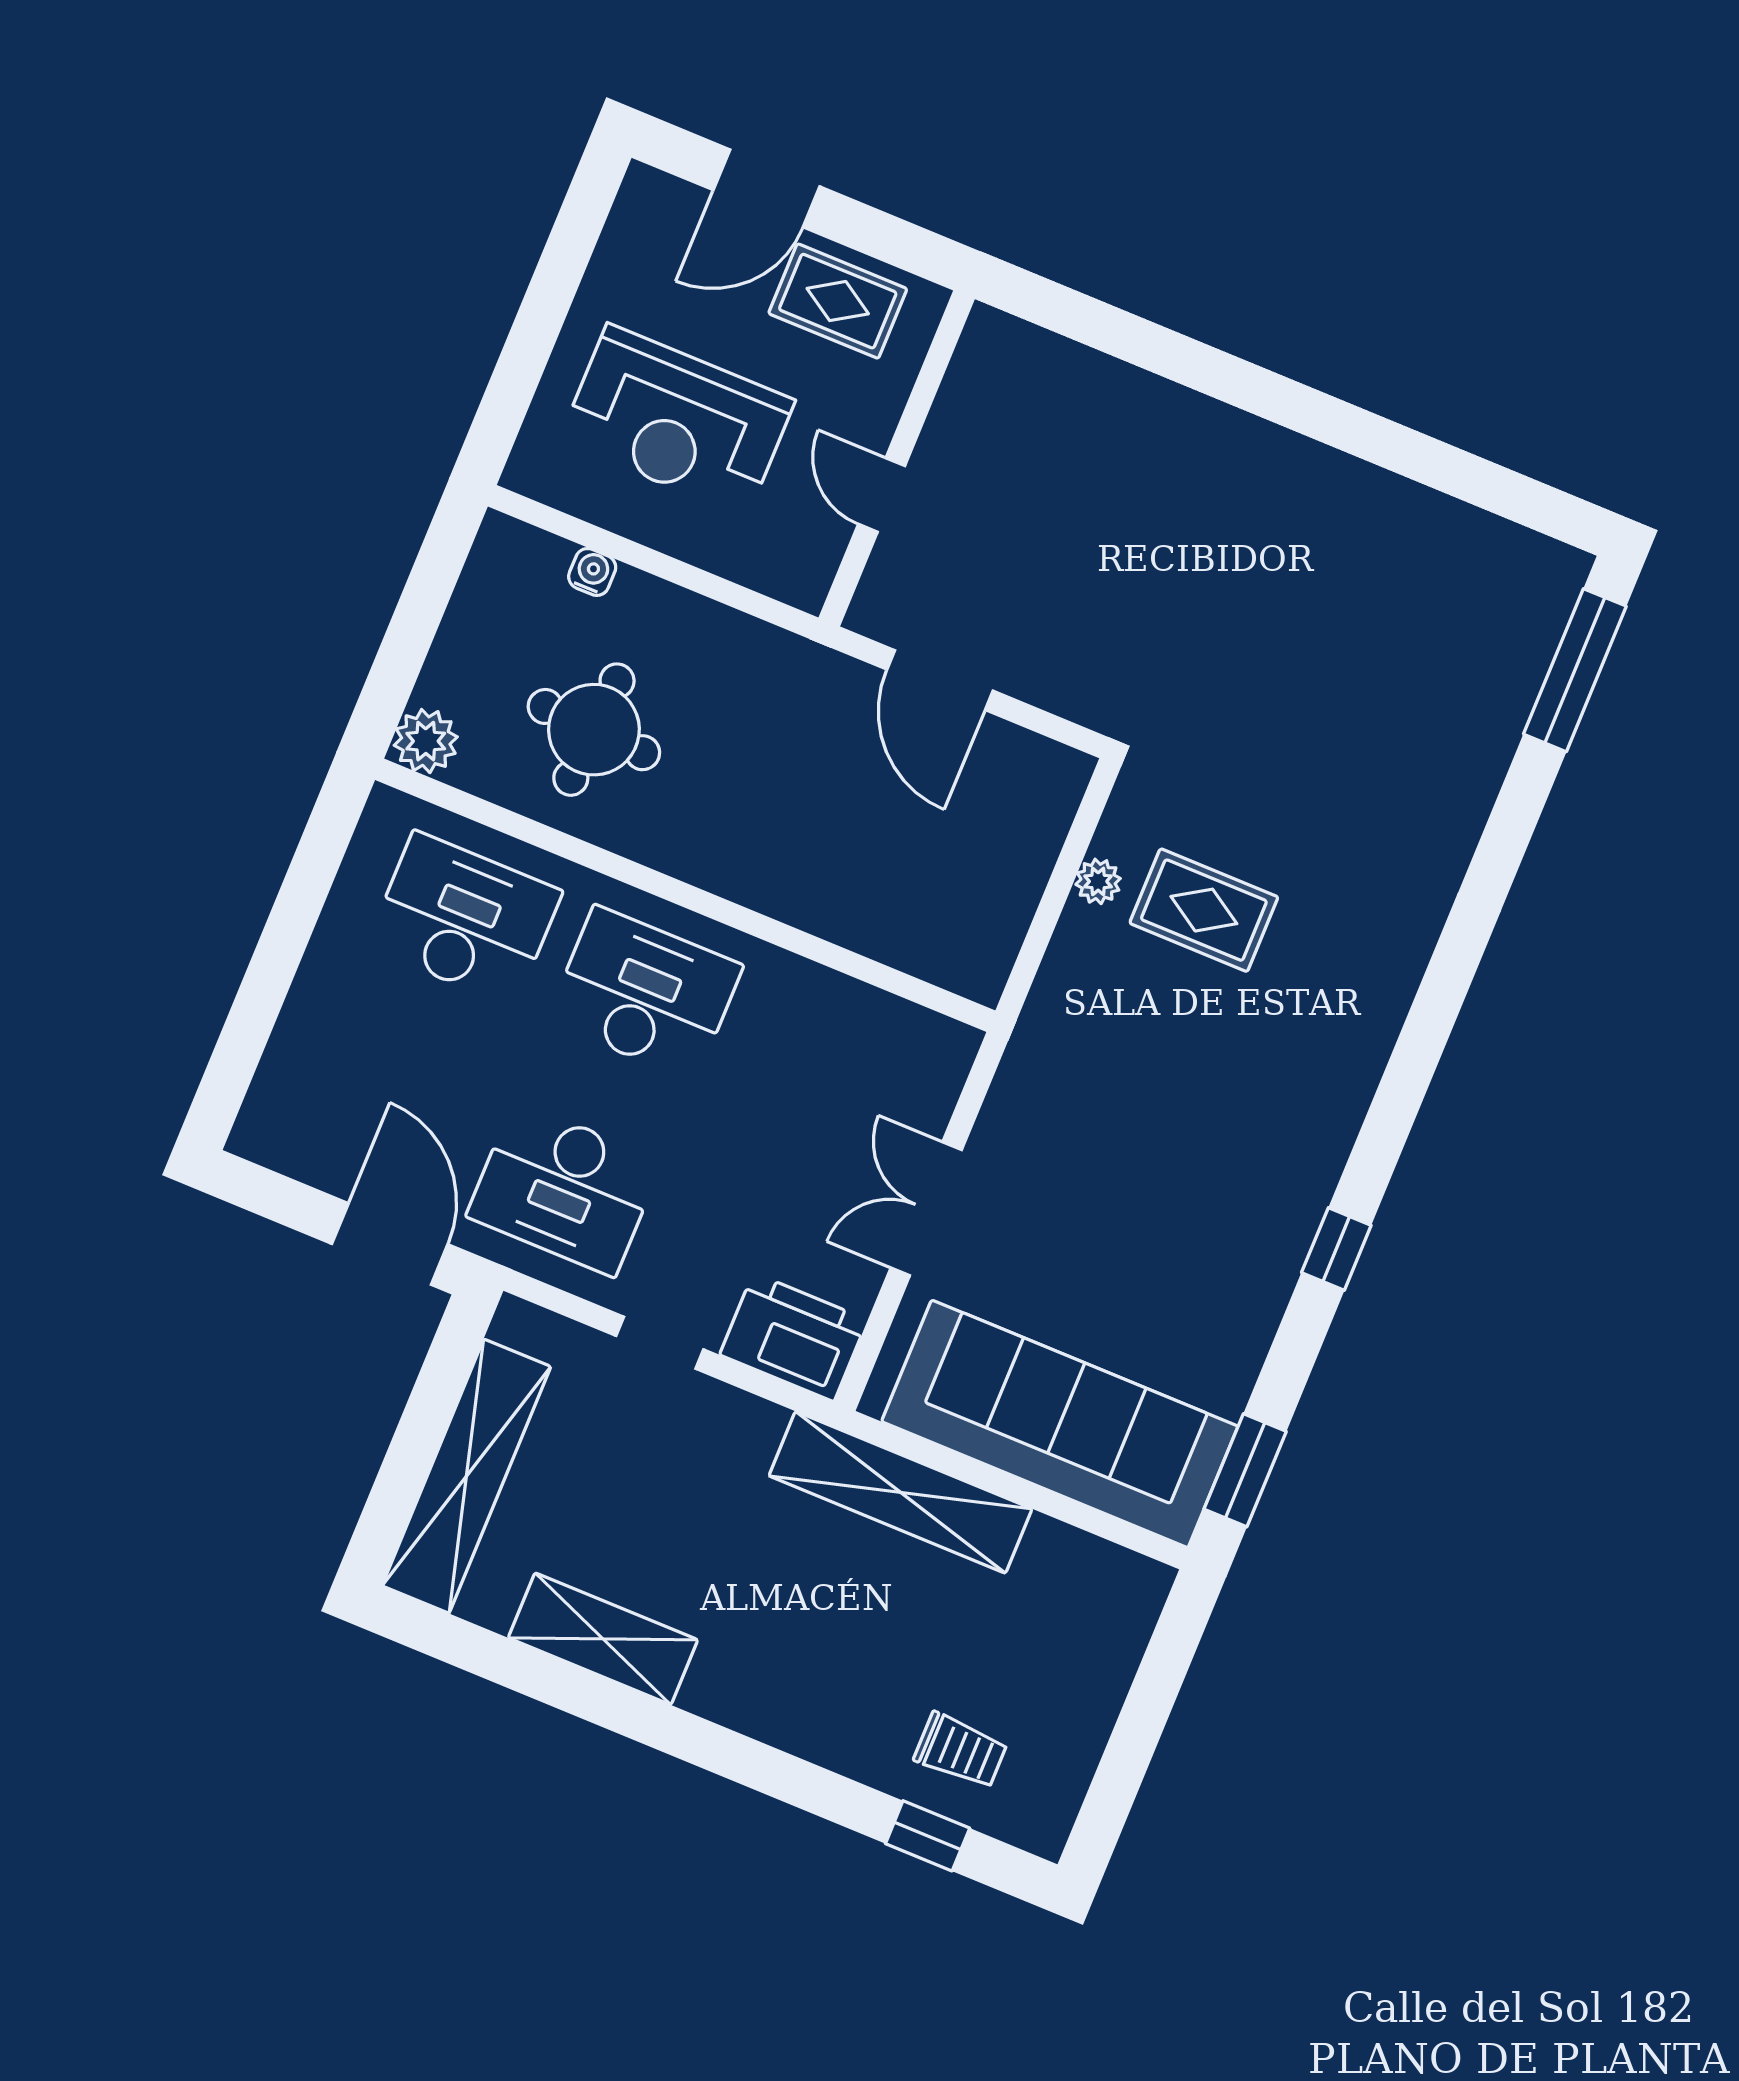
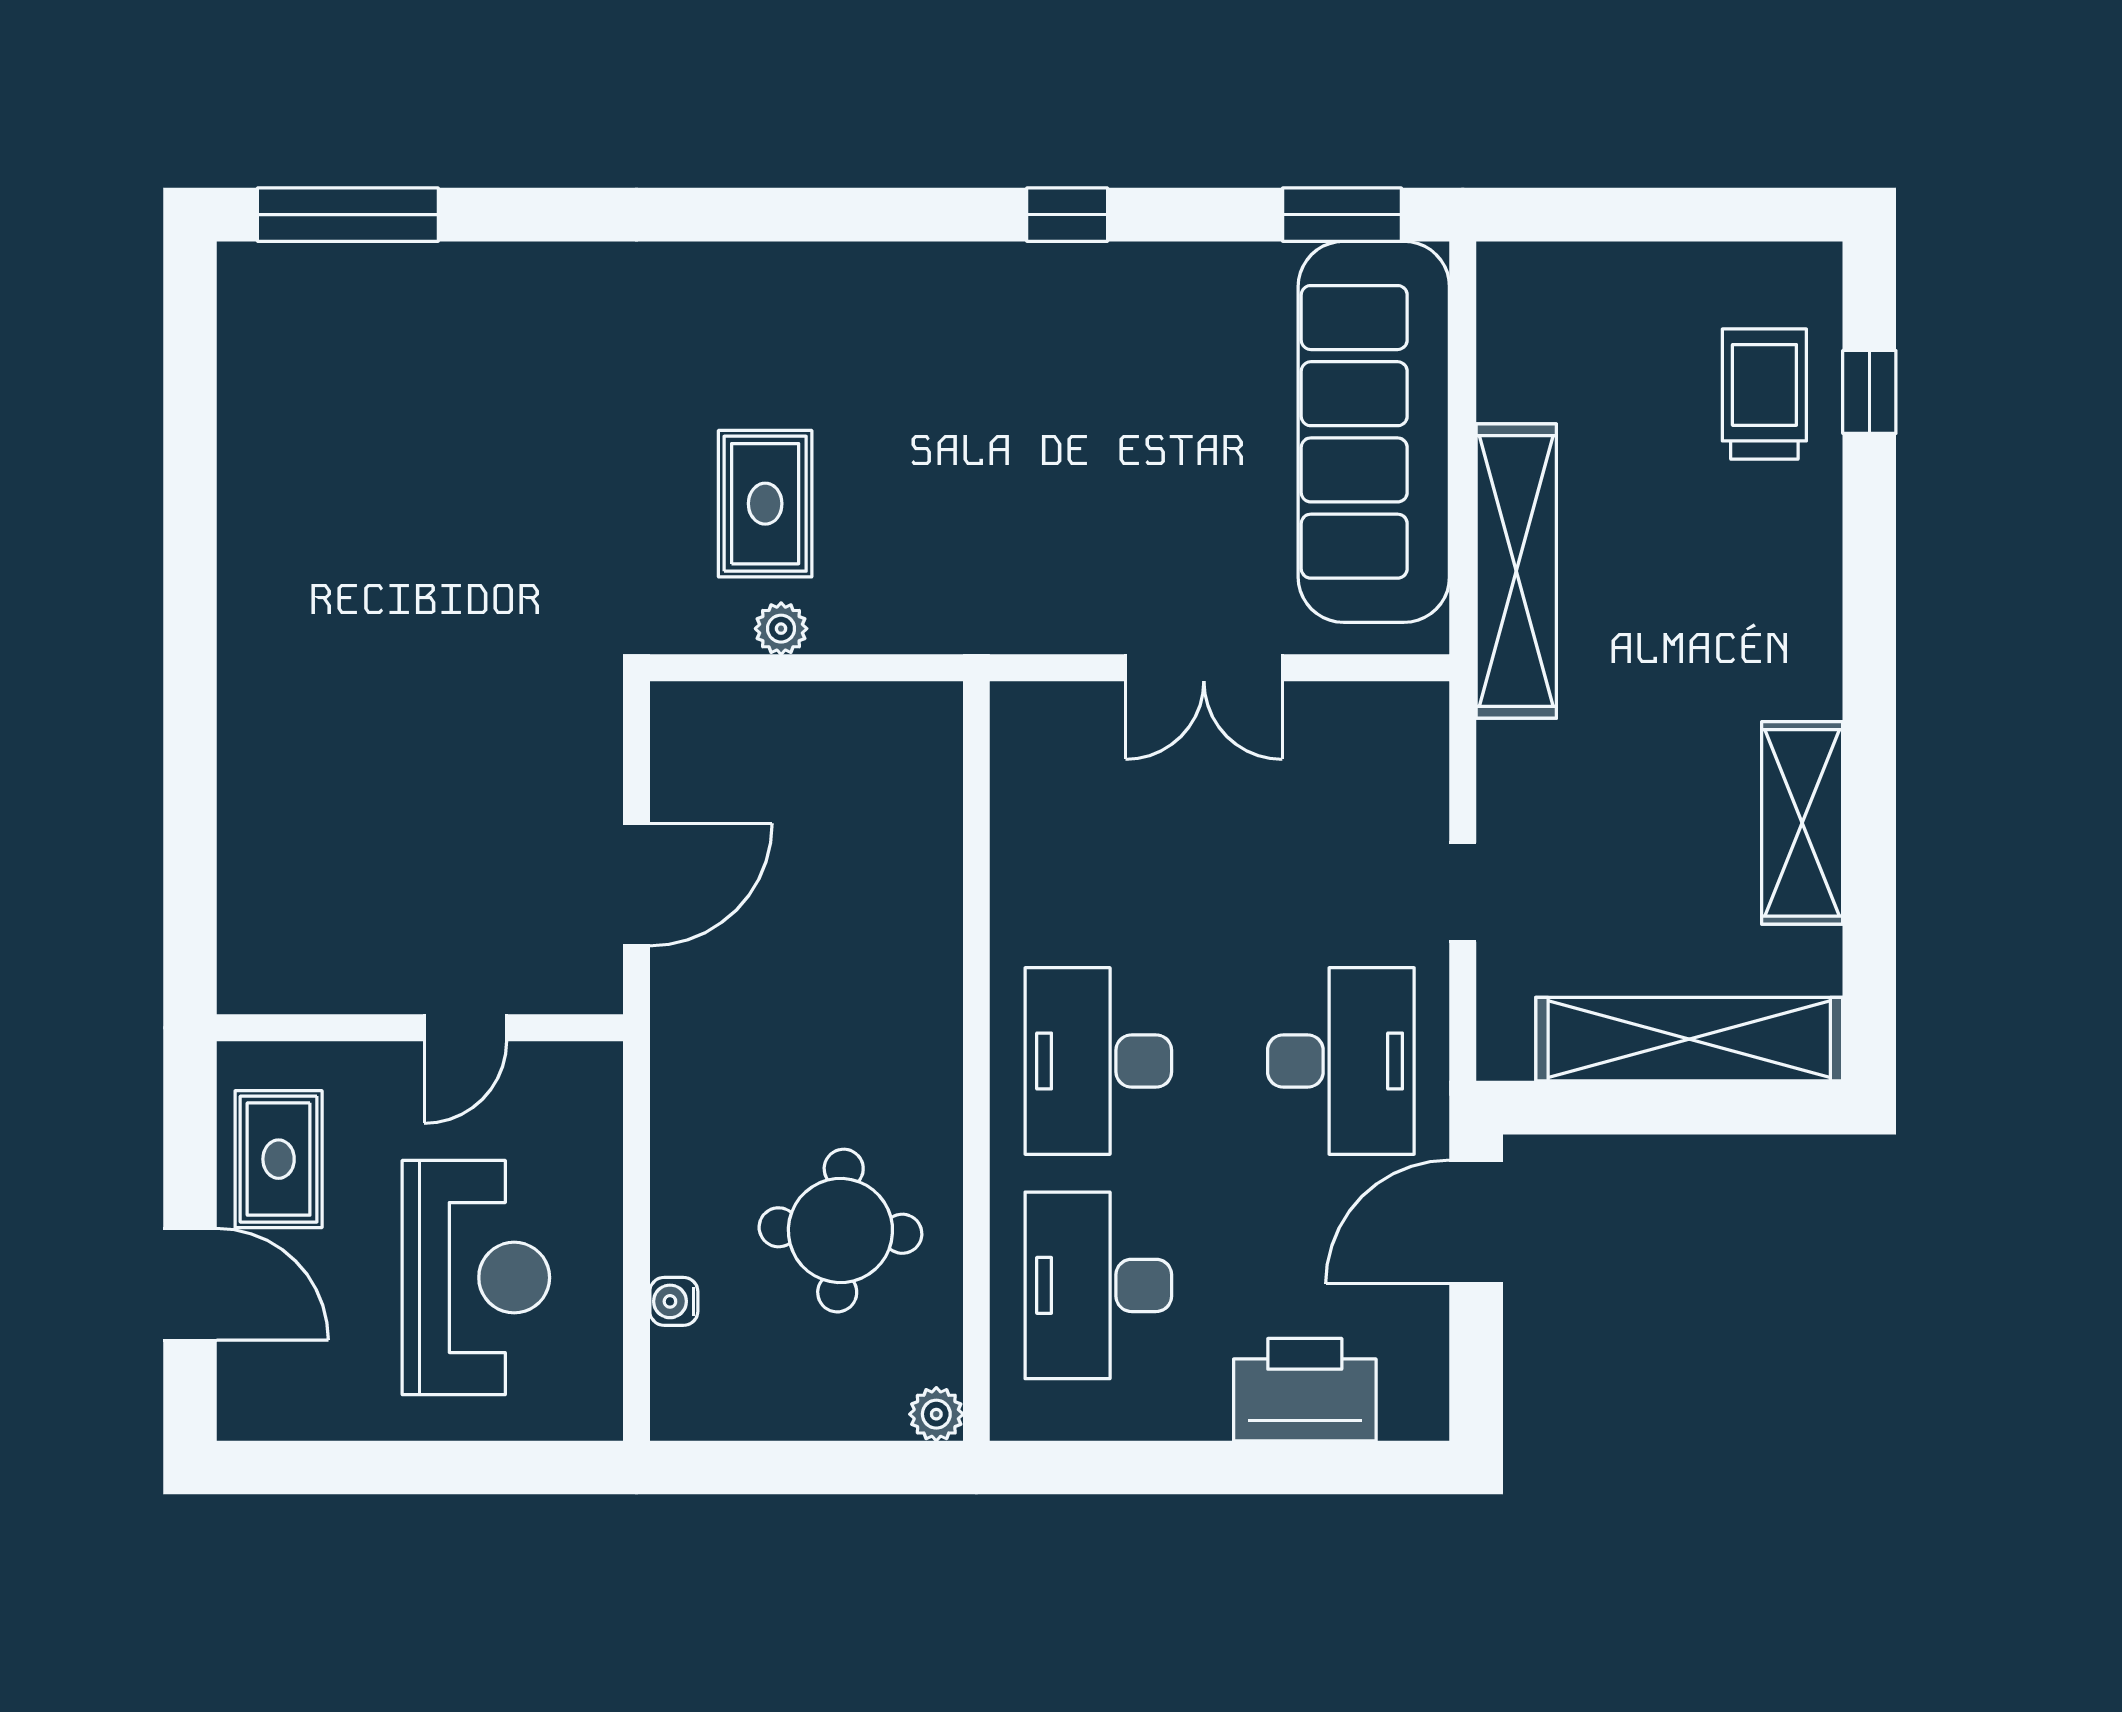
plant: (426, 741) -> (936, 1414), width x0.73, depth x0.73
printer: (794, 1337) -> (1305, 1390), moved, turned 90
trolley: (961, 1751) -> (1764, 394), width x1.36, depth x1.39

